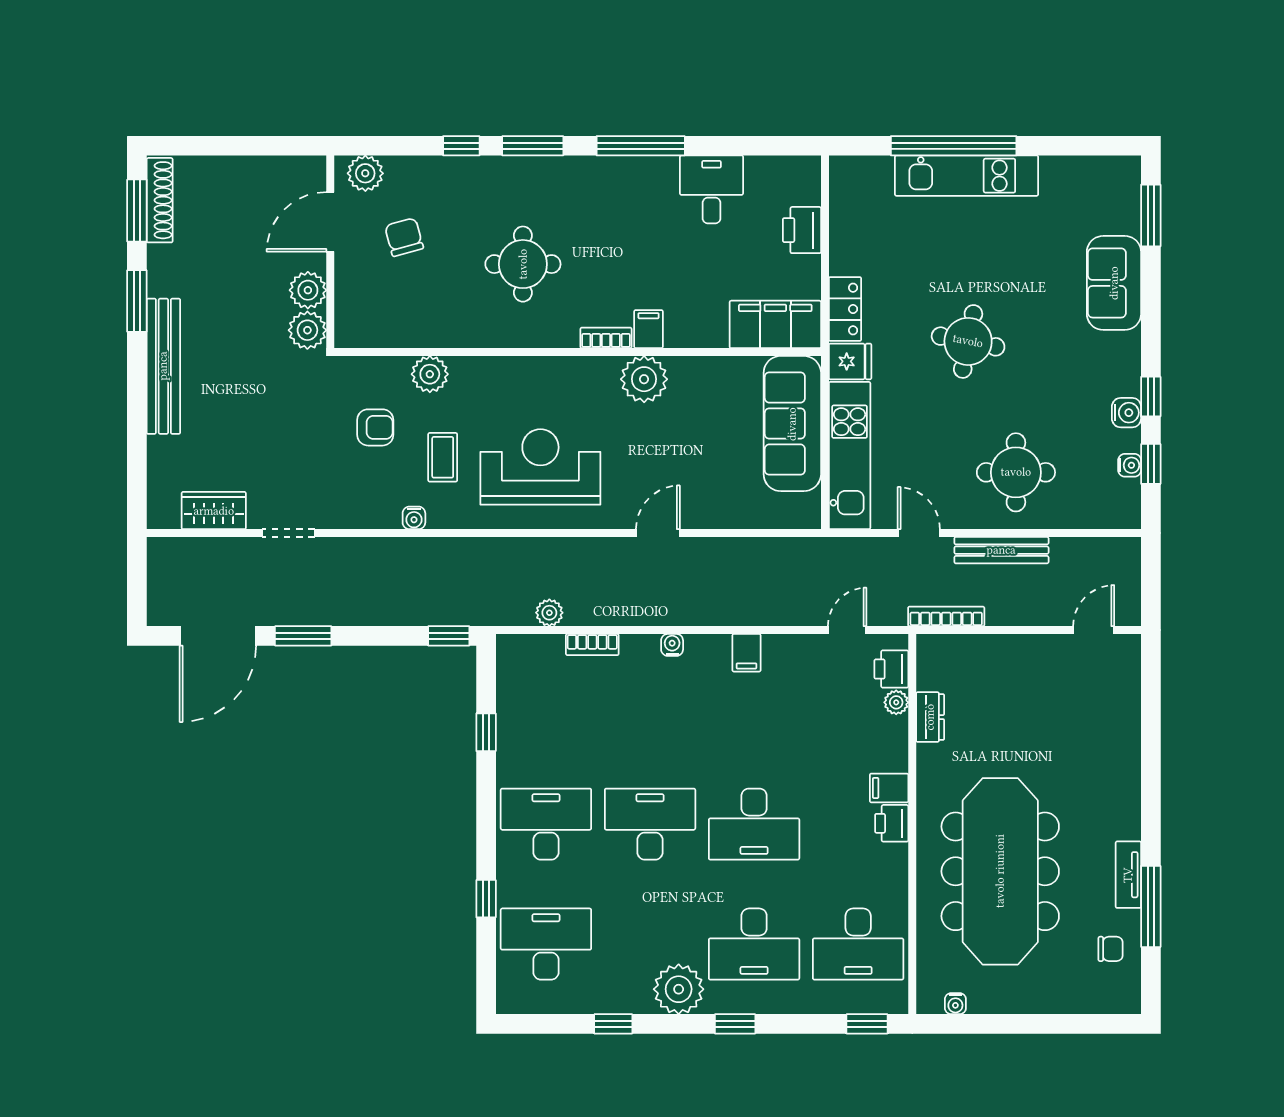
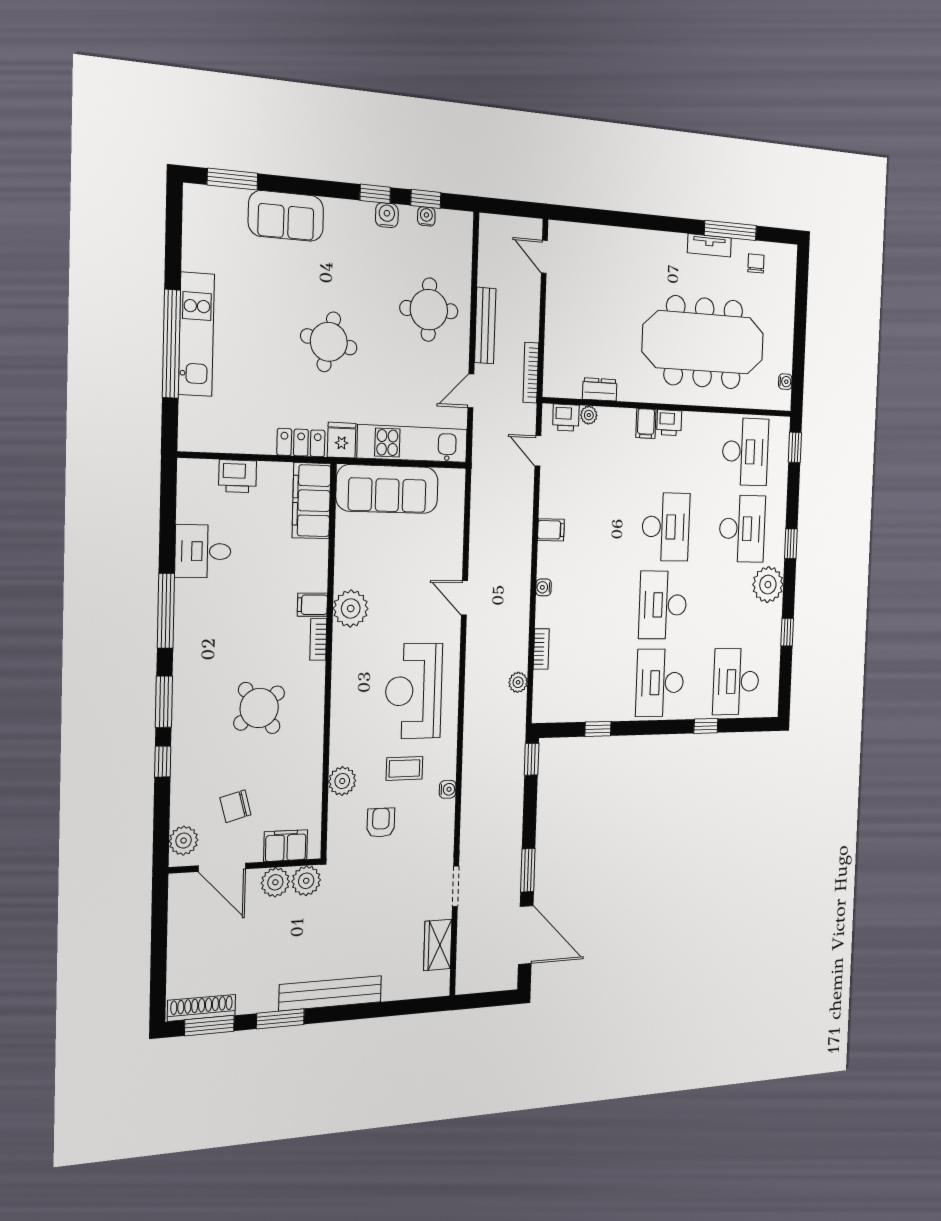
round table: (523, 264) -> (259, 708), turned -38
filing cabinet: (353, 302) -> (286, 846), added

